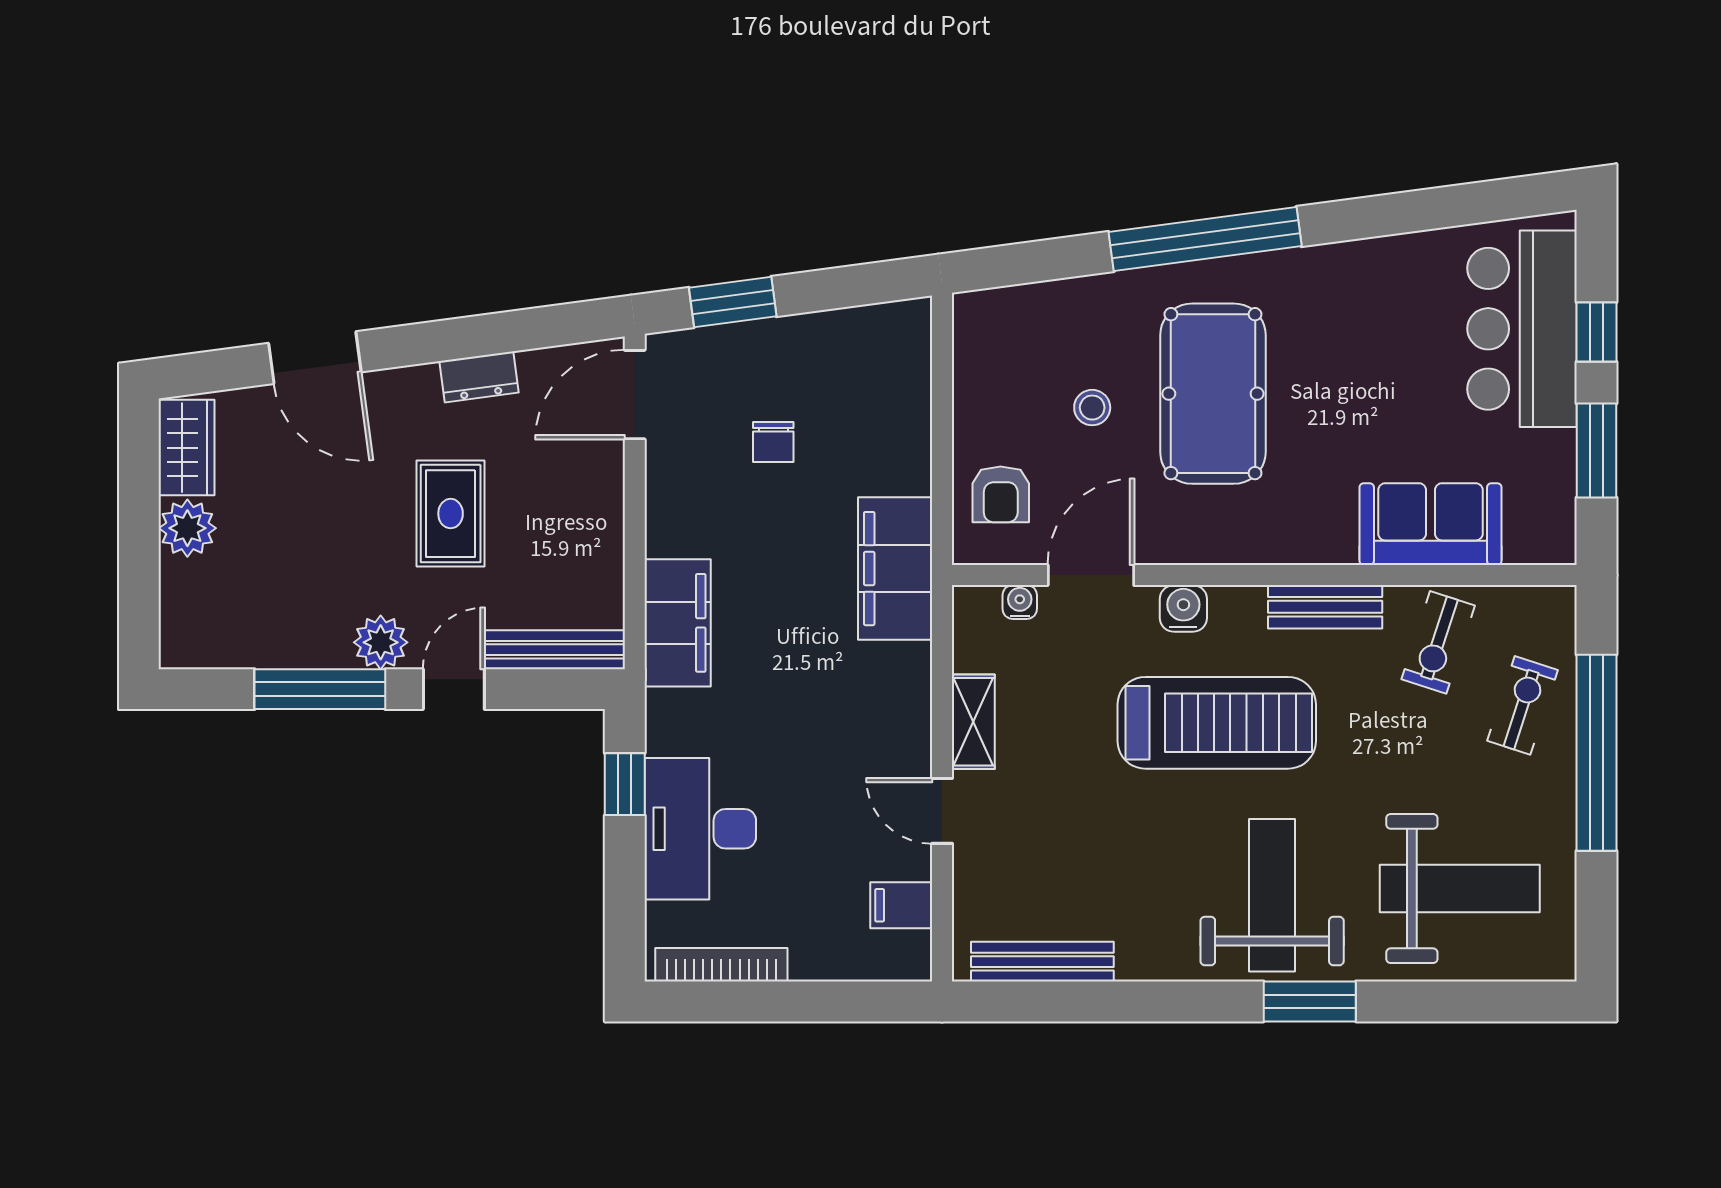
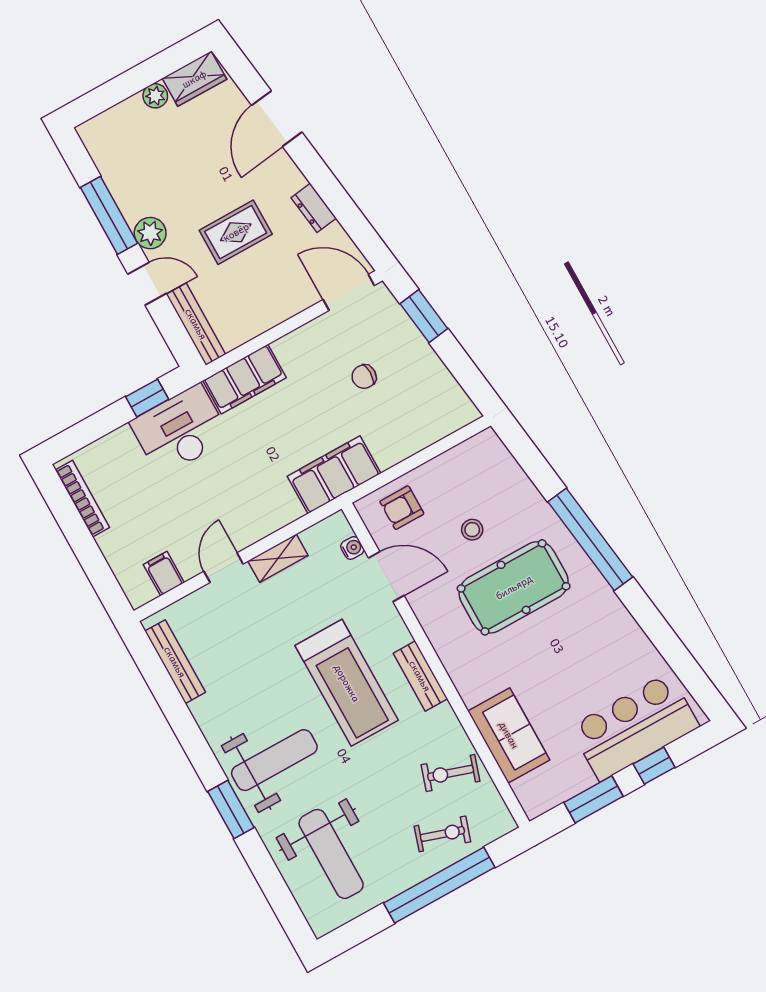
plant: (187, 528) -> (155, 96), width x0.73, depth x0.73
bench: (1325, 607) -> (420, 676), moved
water cooler: (1183, 608) -> (396, 633), removed
desk: (700, 829) -> (180, 430), moved

